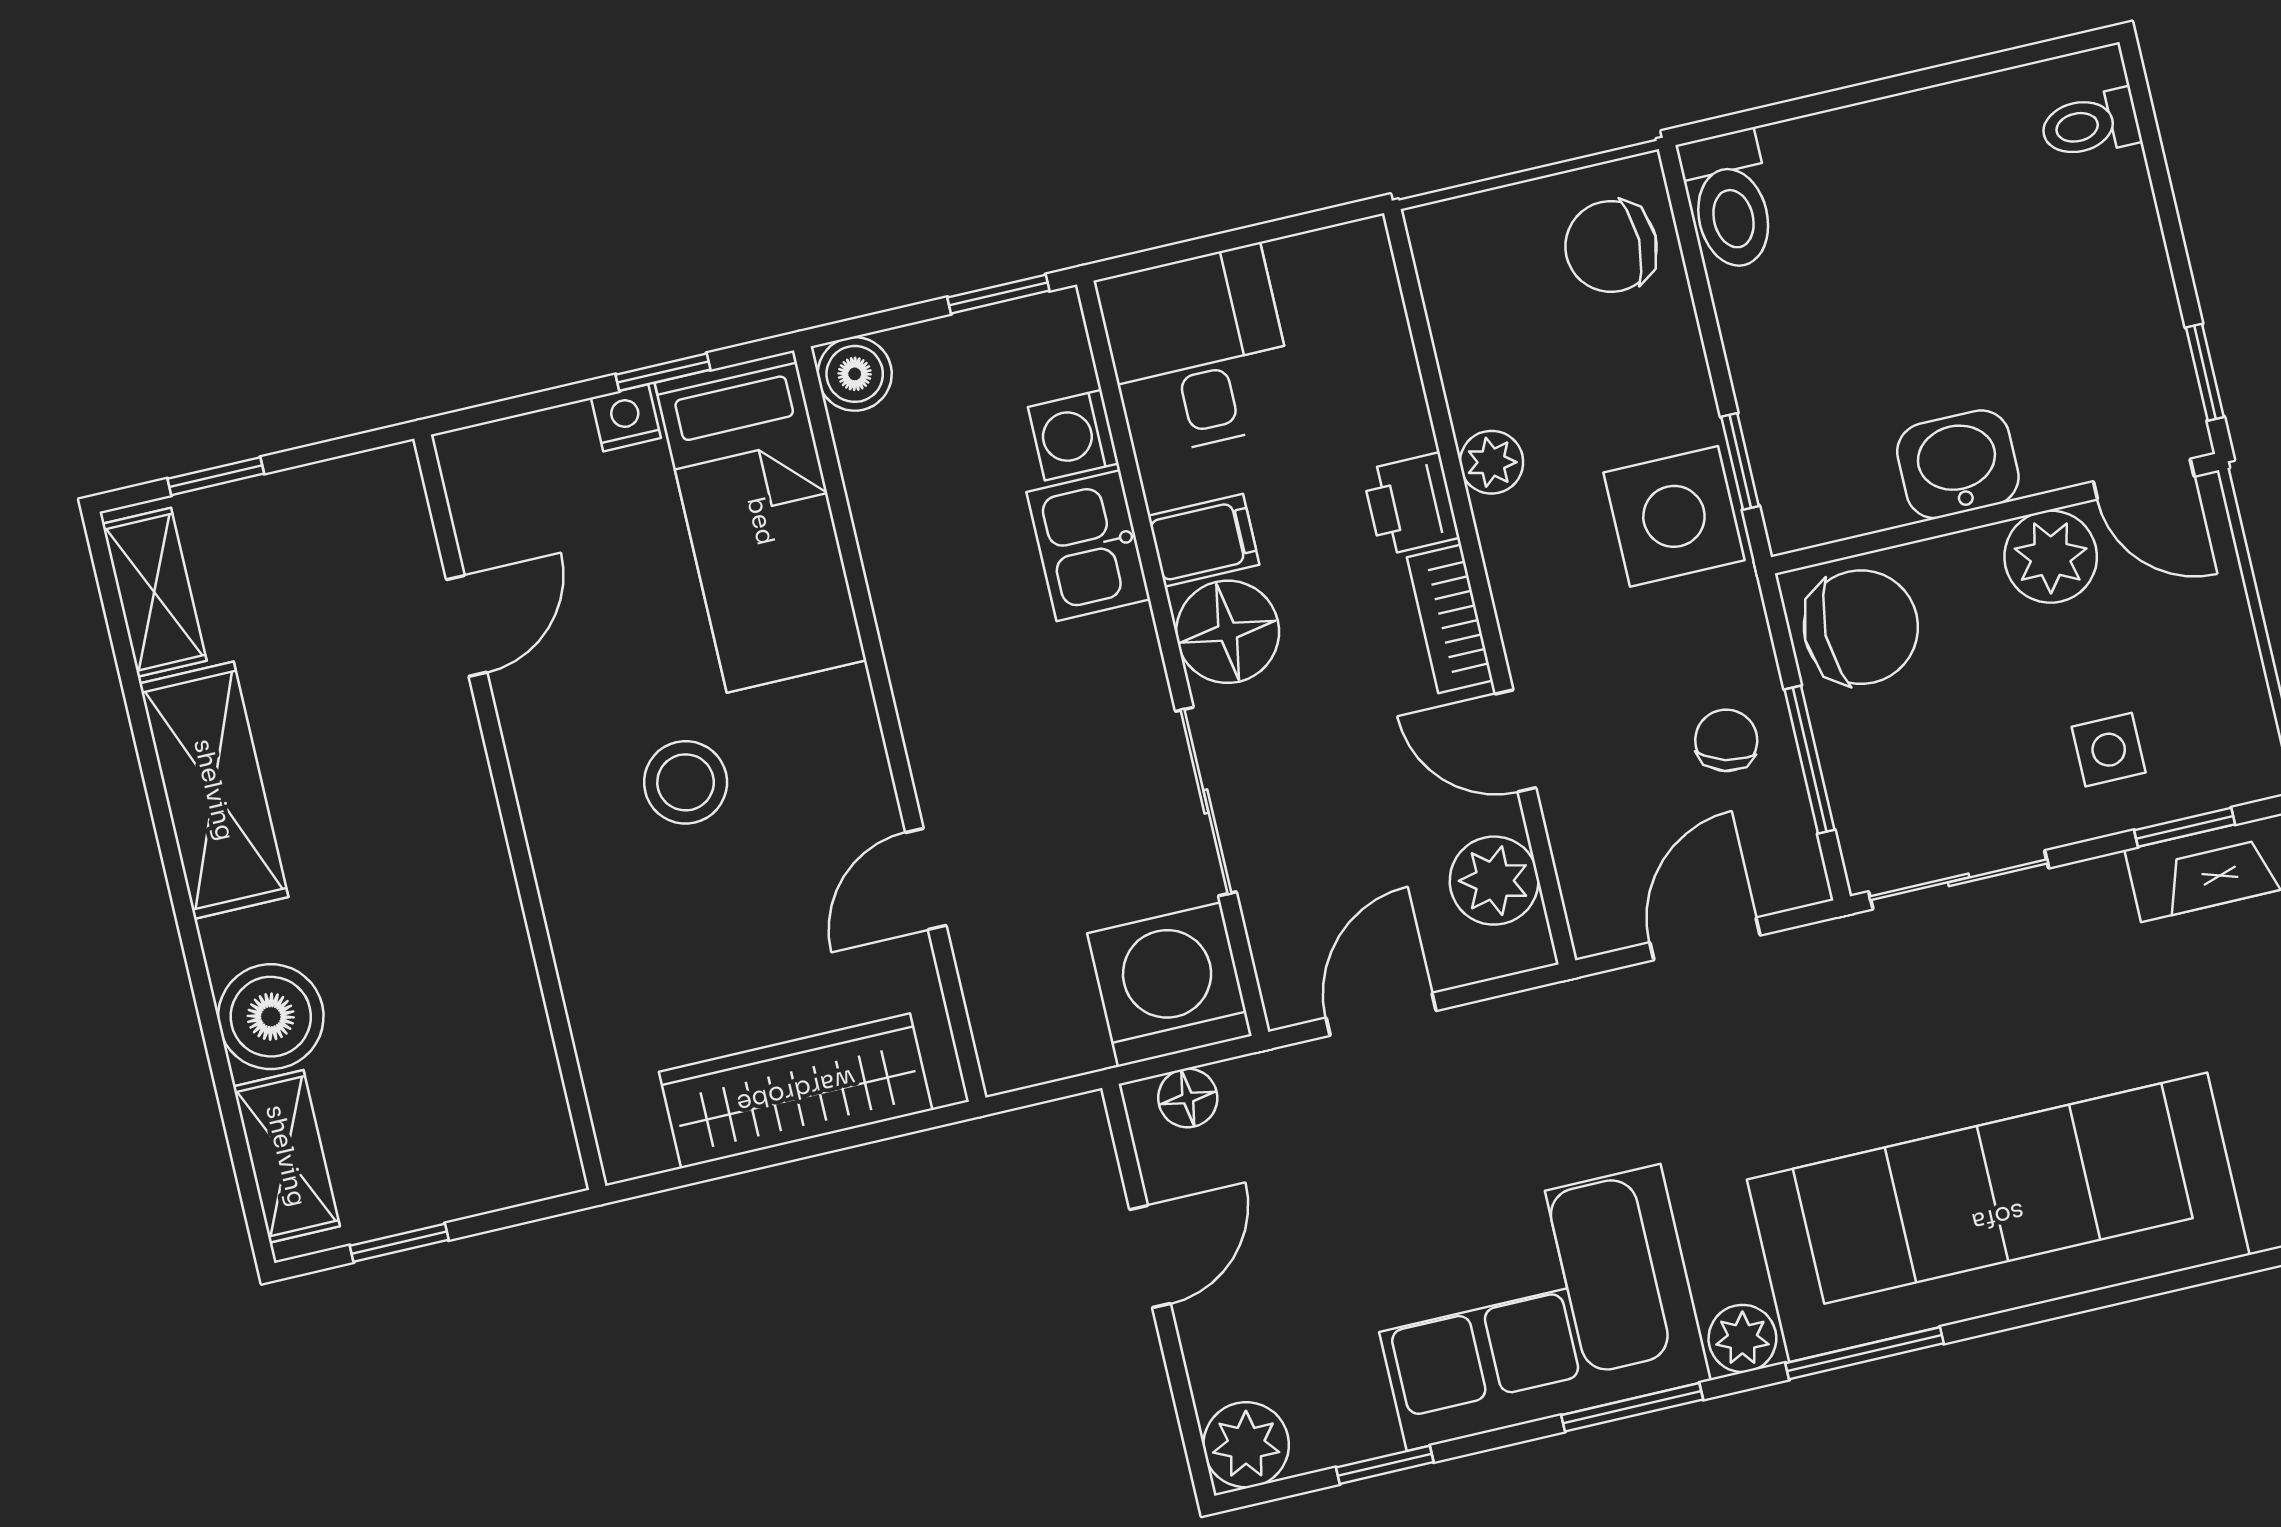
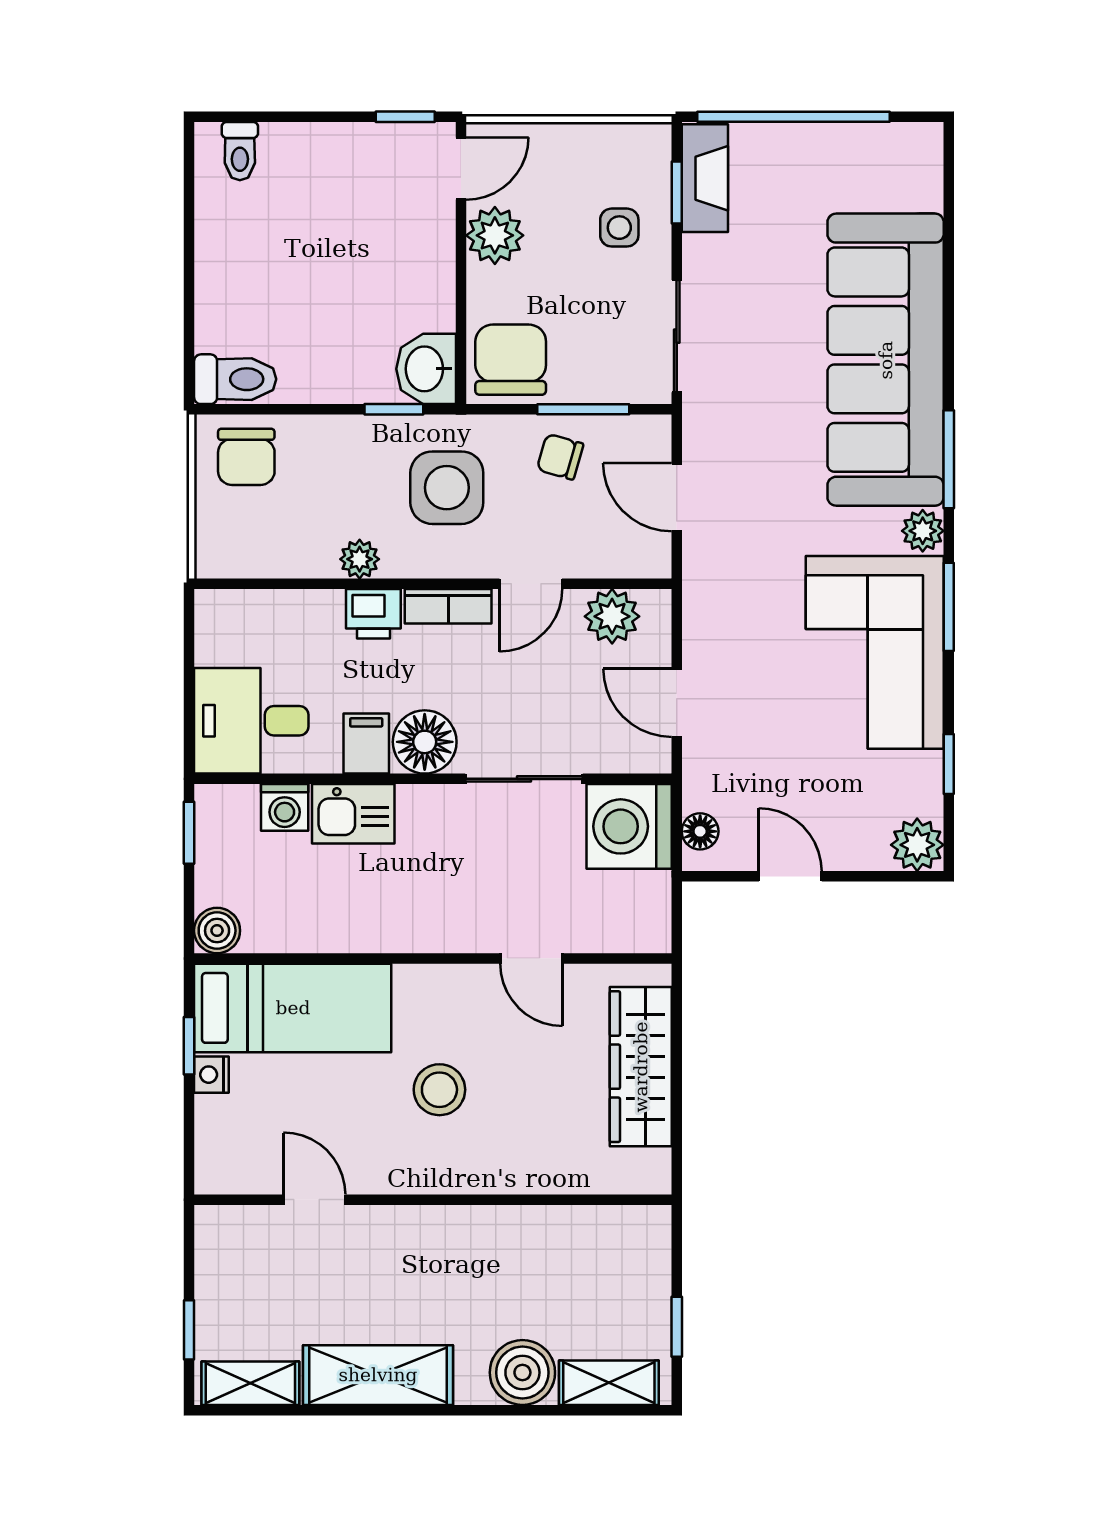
washbasin: (1958, 464) -> (426, 369), moved
side table: (1674, 516) -> (447, 488), moved

